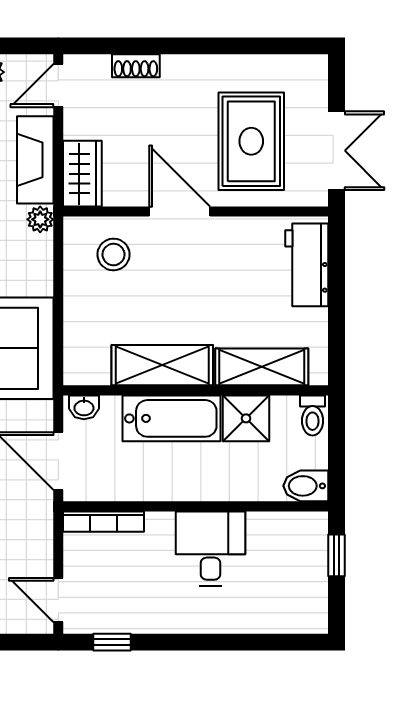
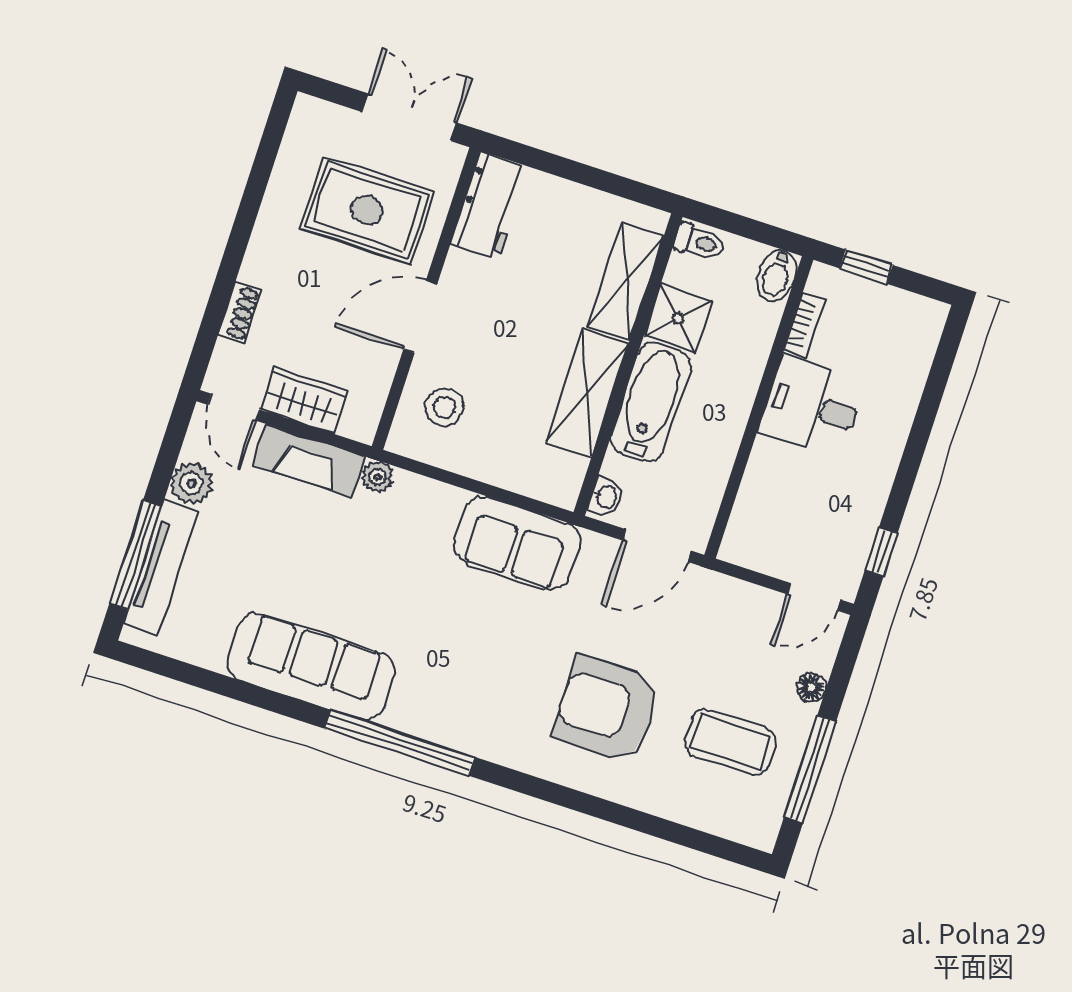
wardrobe: (82, 174) -> (304, 400), moved
workbench: (307, 265) -> (490, 206), moved, turned -90
bookcase: (103, 522) -> (805, 325), moved, width x0.64

